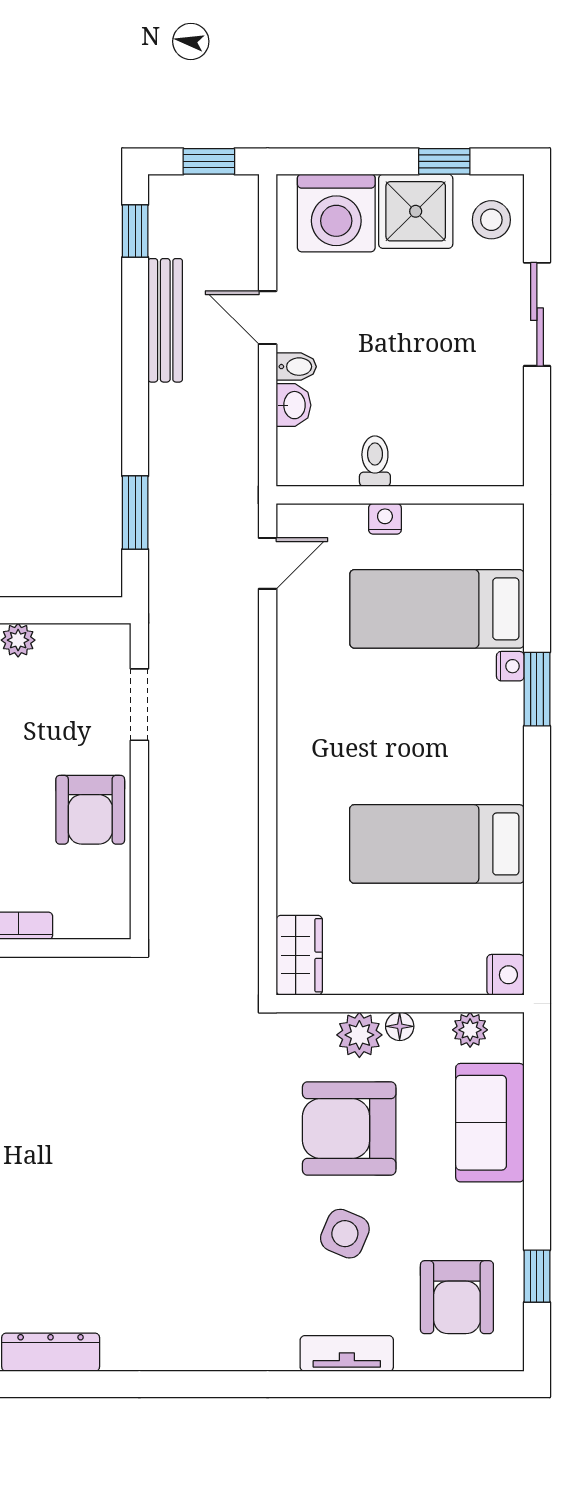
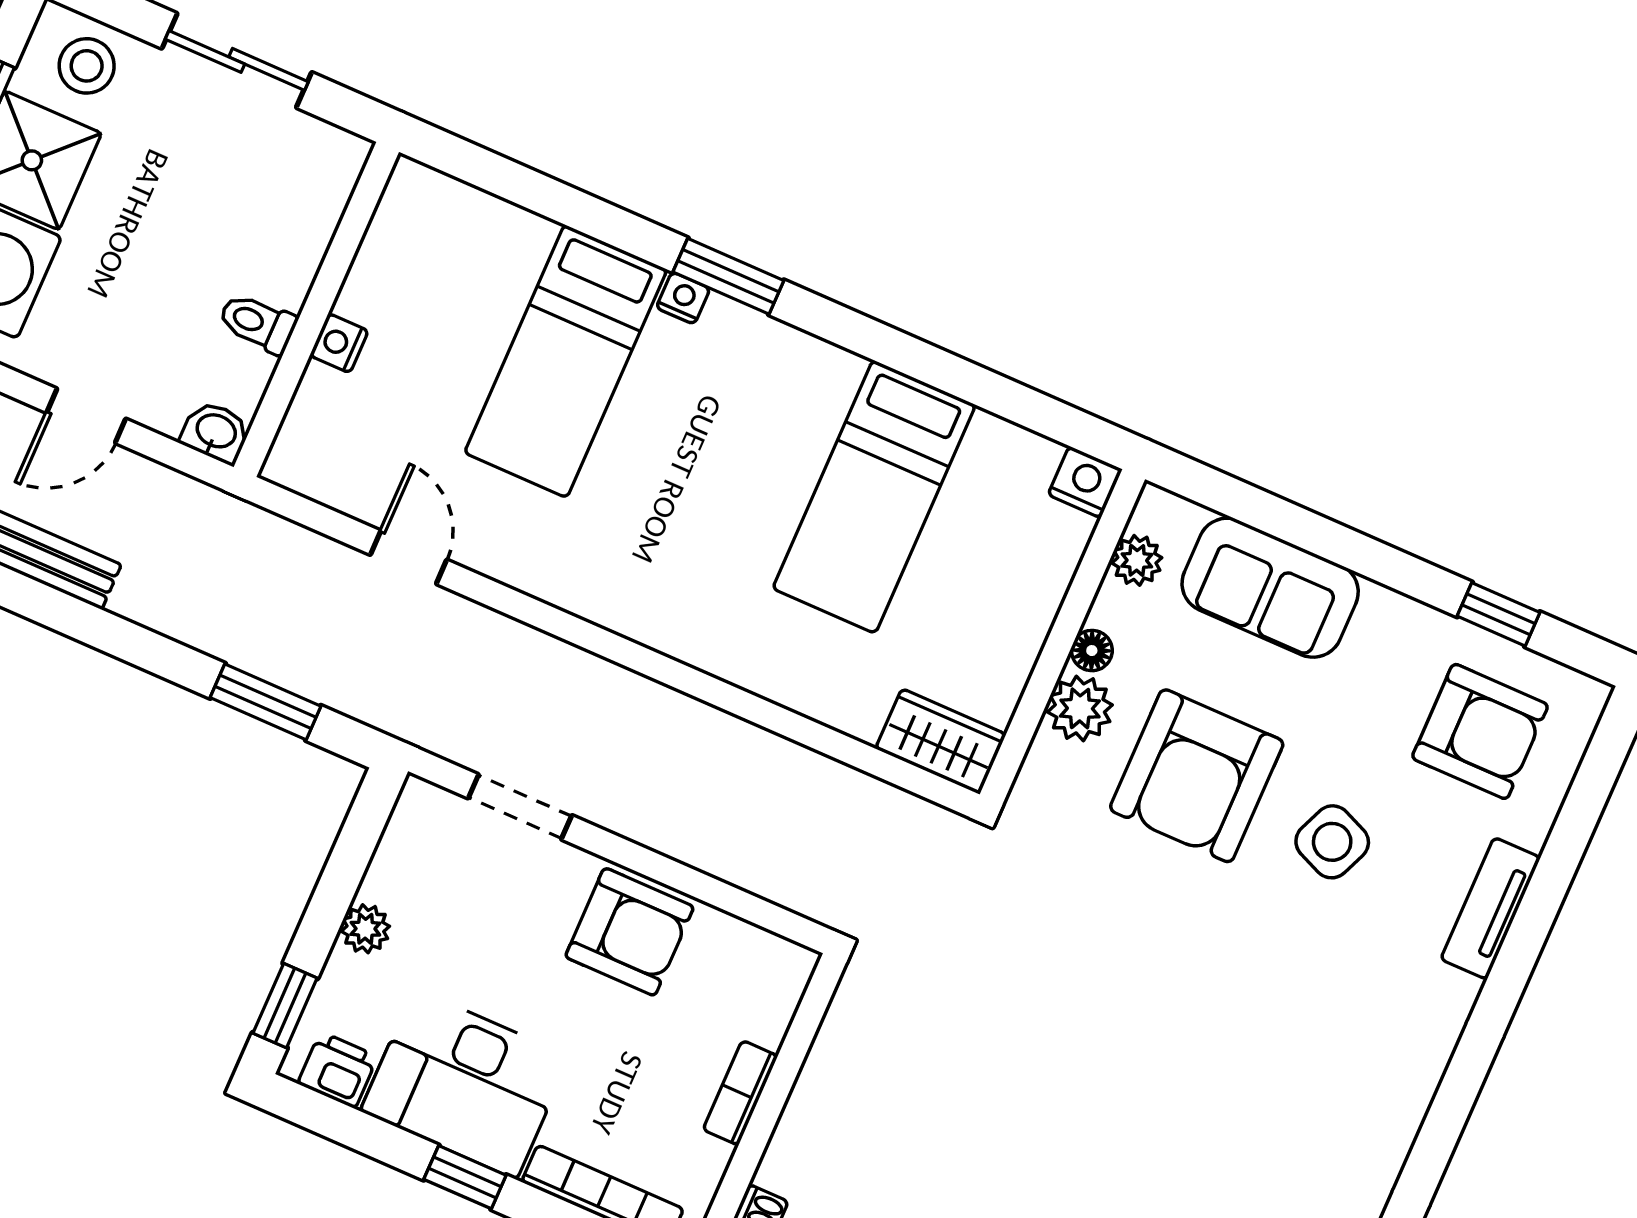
bidet: (296, 367) -> (167, 406), removed
toilet: (375, 461) -> (258, 323), moved
wall: (400, 495) -> (316, 309), moved
nightstand: (385, 519) -> (339, 343), moved

